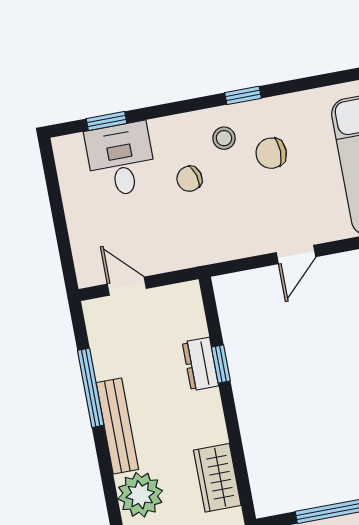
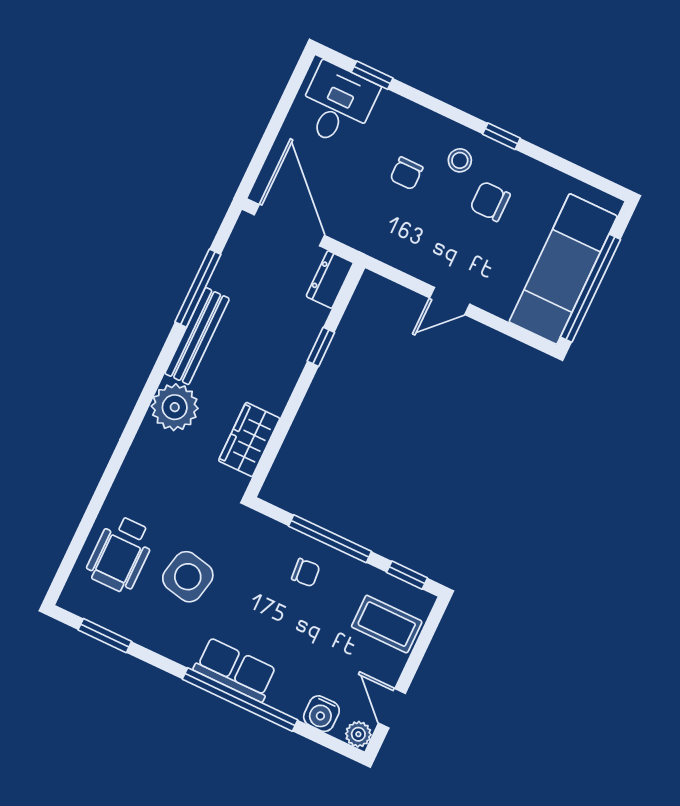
desk: (121, 160) -> (337, 105), moved
chair: (189, 179) -> (406, 173), turned -74
door: (127, 286) -> (289, 225), width x1.88
dresser: (200, 364) -> (330, 280), moved

